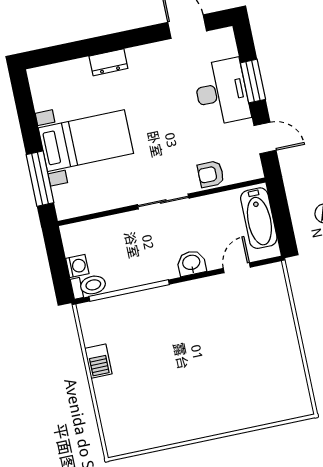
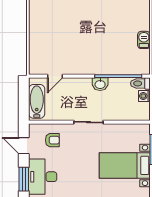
armchair: (211, 174) -> (52, 140), moved
washbasin: (191, 263) -> (100, 84), moved

